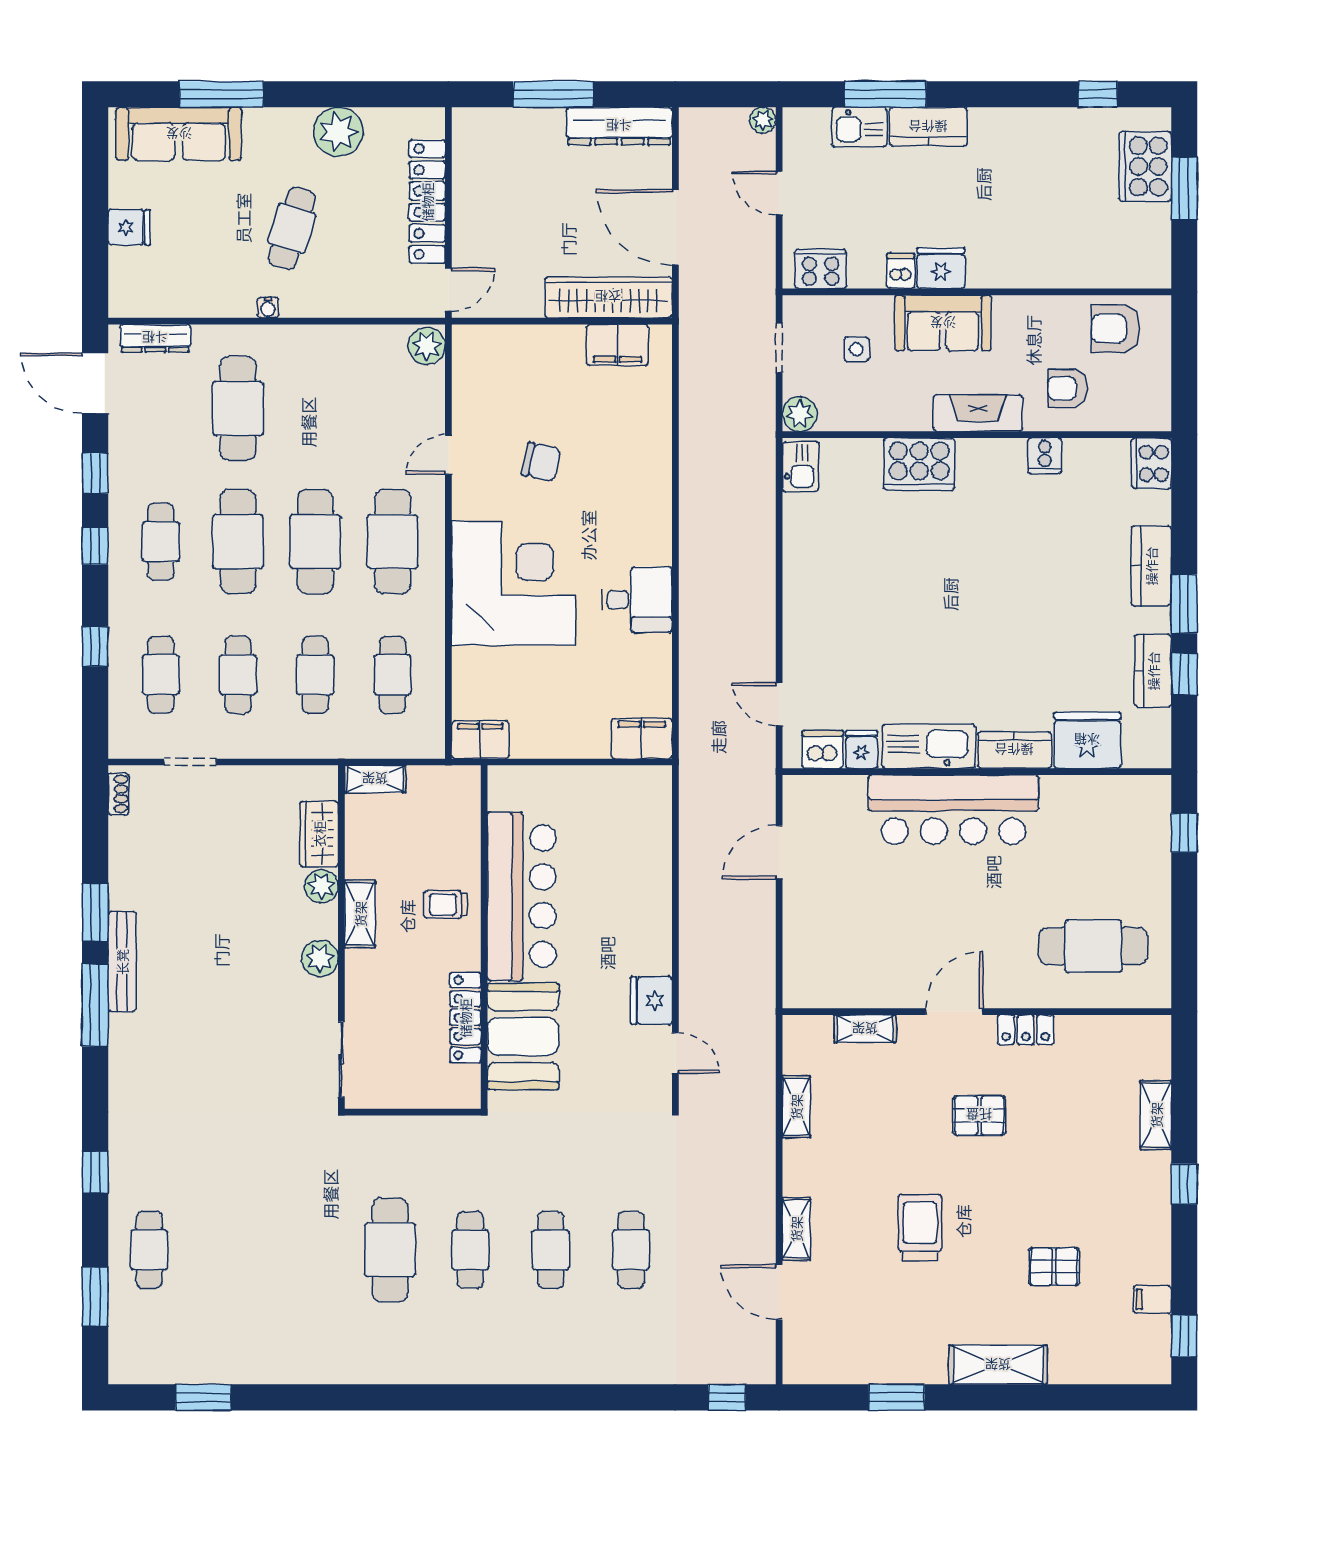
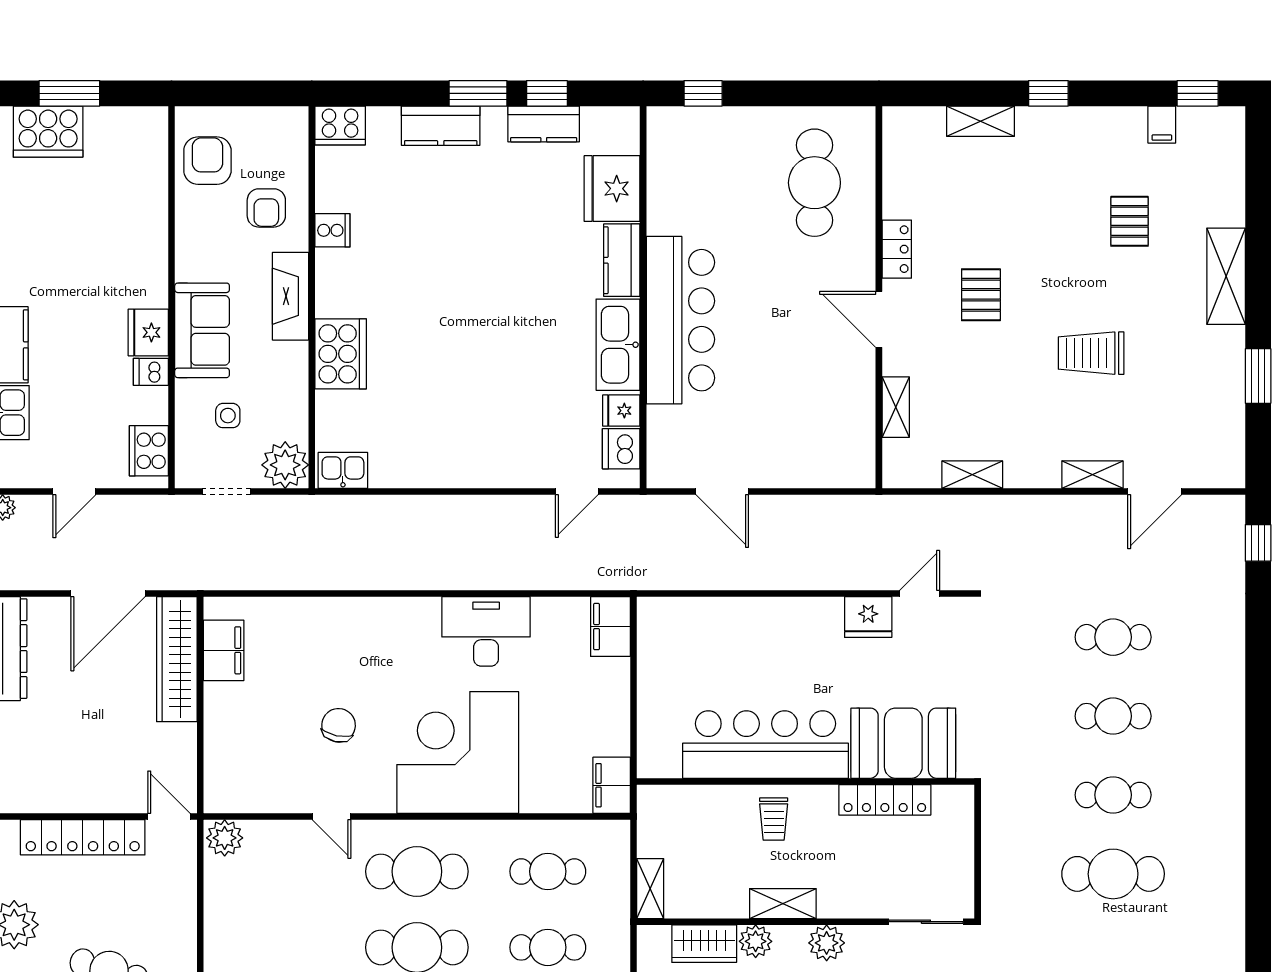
armchair: (1116, 329) -> (207, 161), turned 180
plant: (800, 414) -> (285, 465), width x1.36, depth x1.36
desk: (637, 600) -> (486, 631), width x1.37

